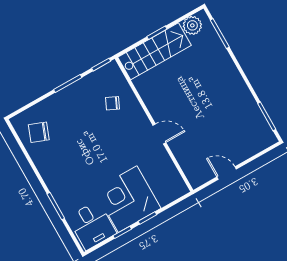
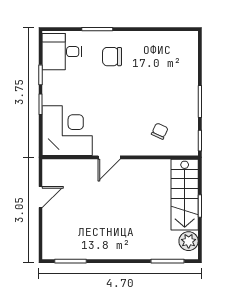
chair: (39, 132) -> (112, 57), moved, turned -111
corner desk: (128, 199) -> (67, 131), moved

